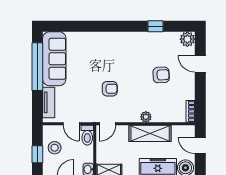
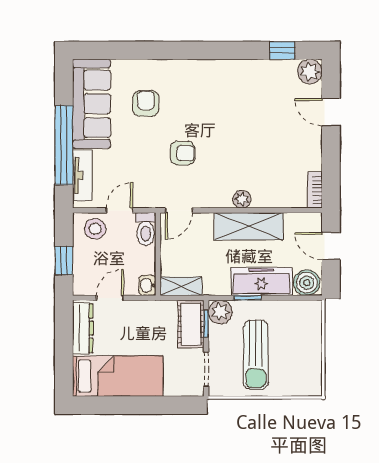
window: (155, 26) -> (282, 50), moved
window: (37, 67) -> (64, 145), moved
armchair: (161, 75) -> (146, 103), moved, turned -87
door: (71, 124) -> (119, 210), swing flipped
stool: (55, 148) -> (95, 229), moved

